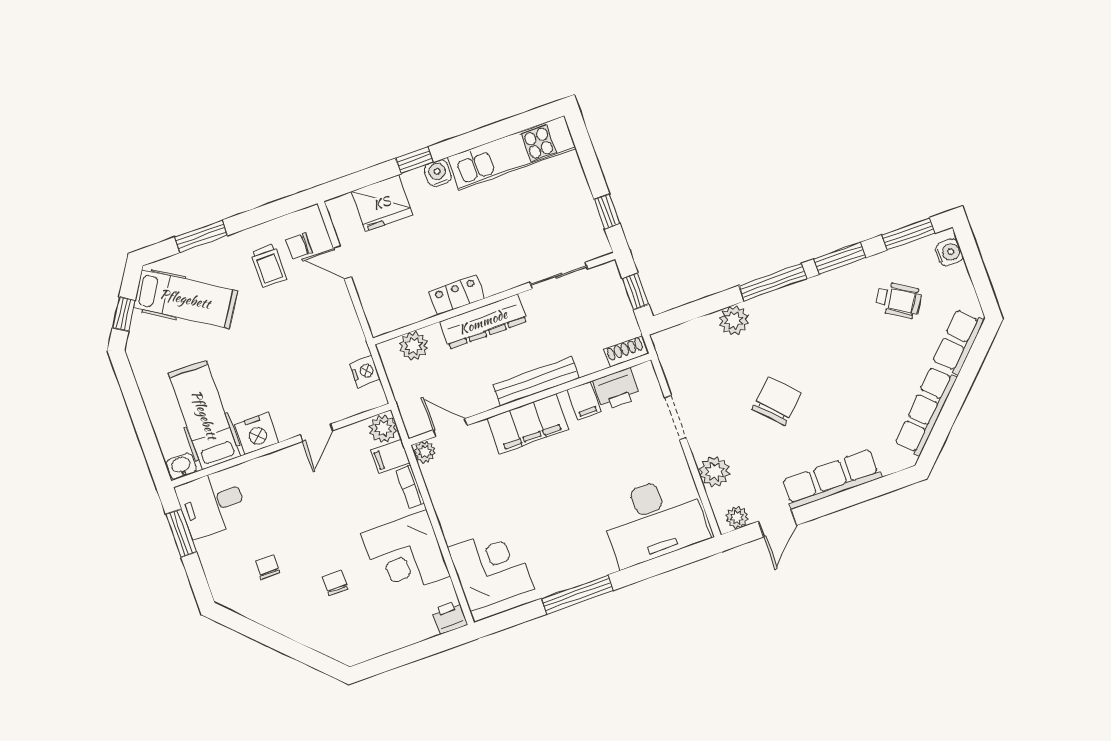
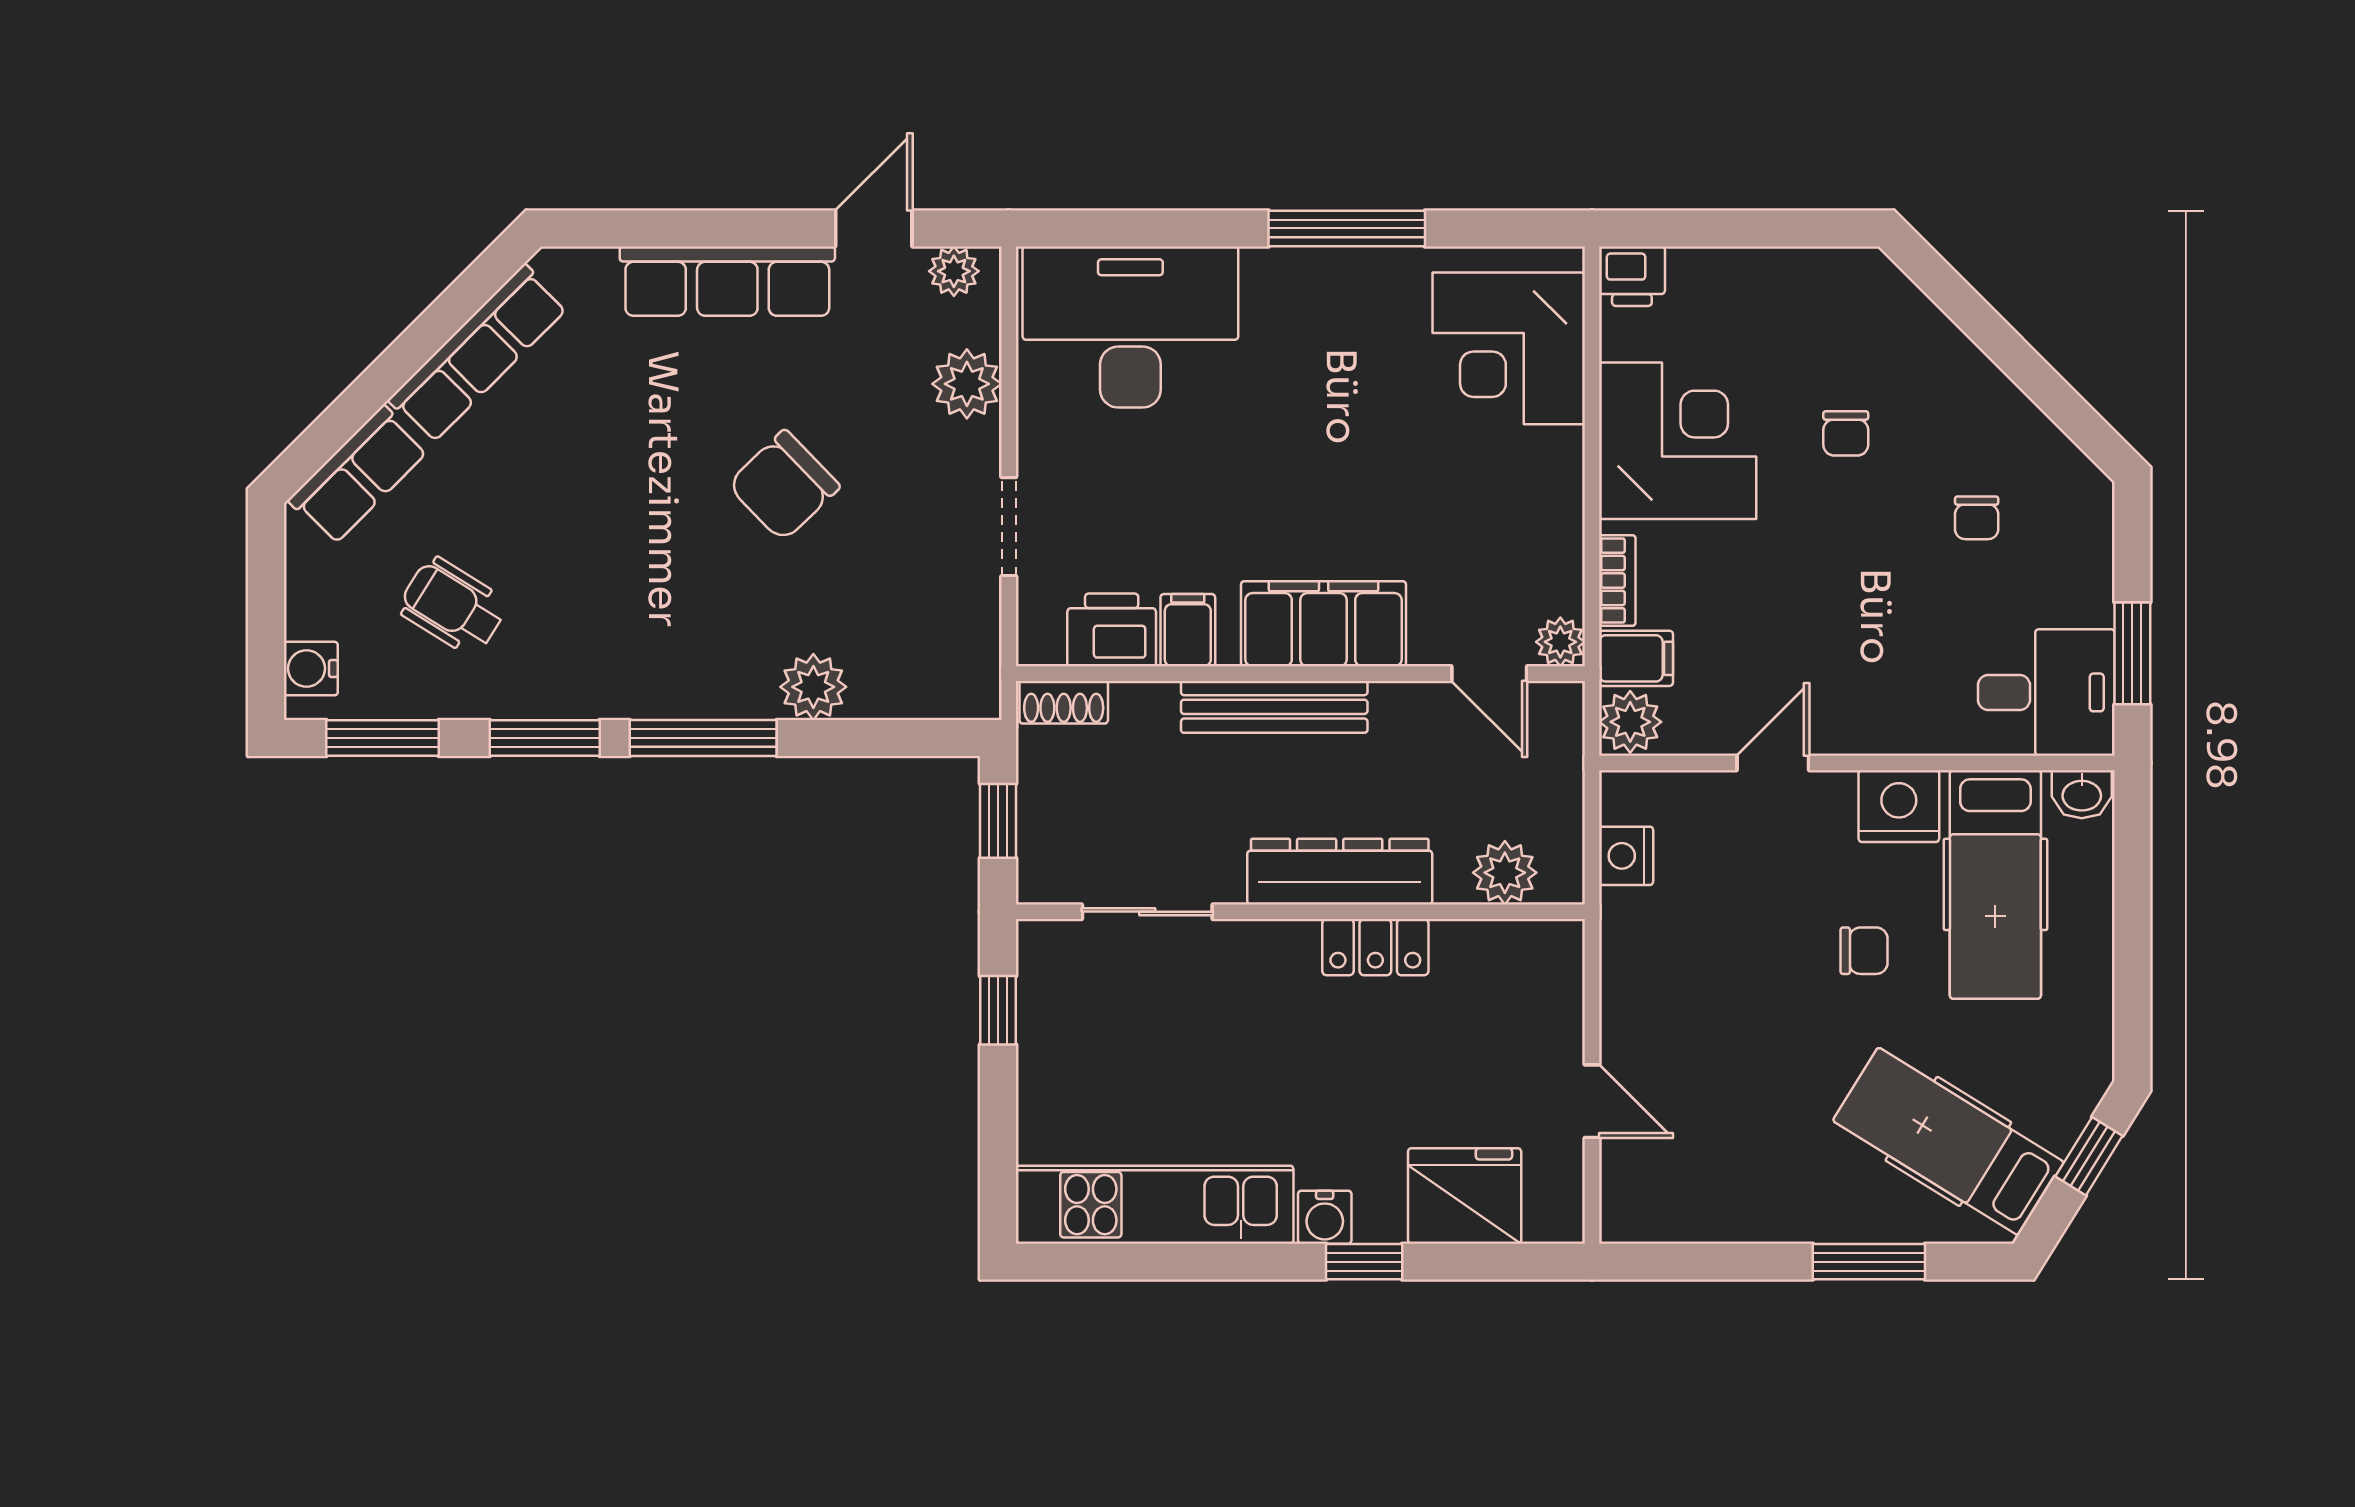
chair: (299, 246) -> (1864, 951), moved
trolley: (269, 266) -> (1749, 1149), removed

